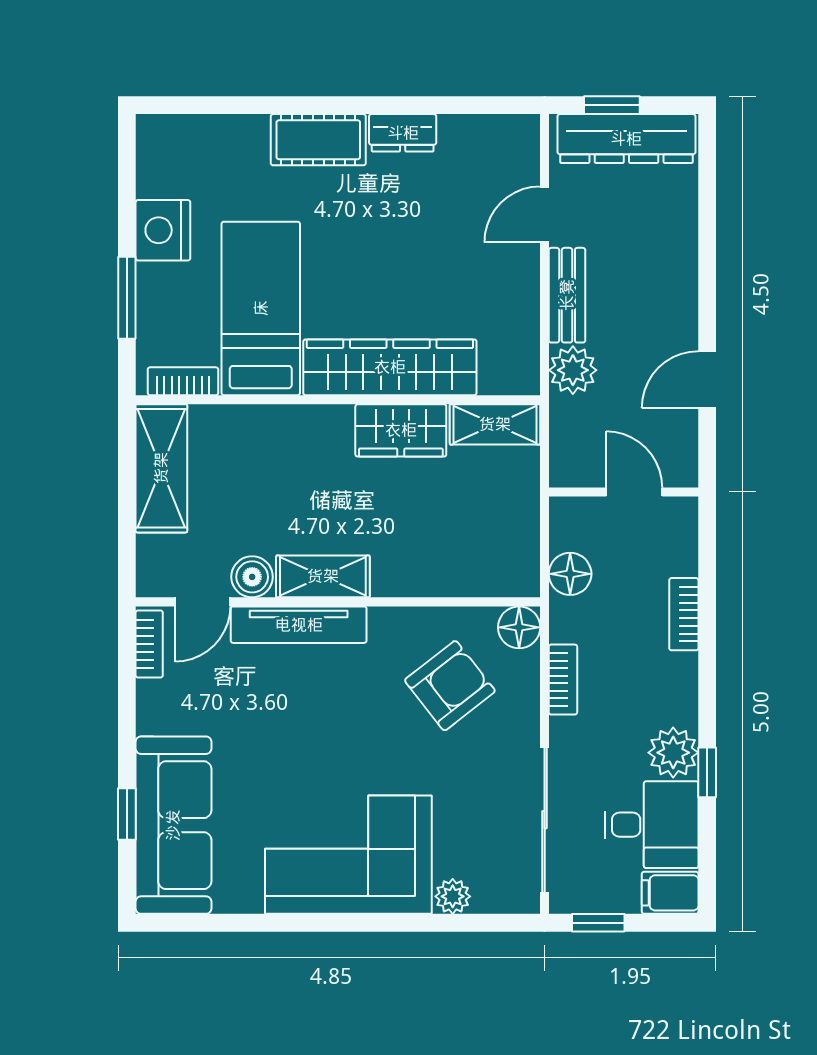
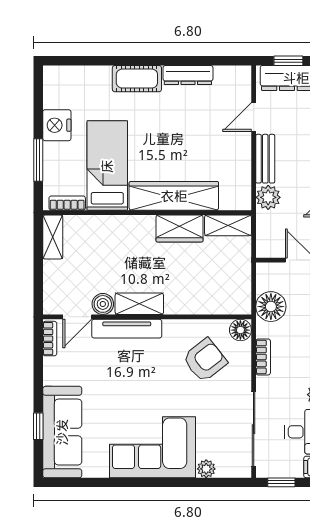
dresser: (403, 133) -> (188, 75), width x1.44
shelving: (161, 468) -> (53, 237), width x0.67, depth x0.75
floor lamp: (570, 574) -> (271, 307), width x1.38, depth x1.38

